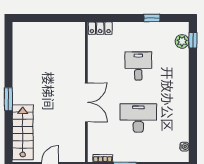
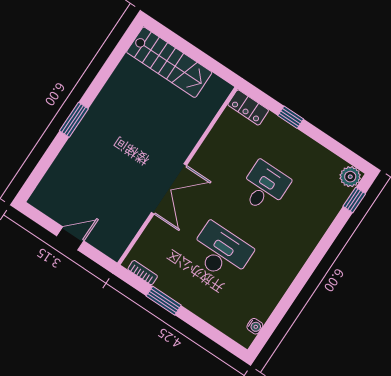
window: (152, 18) -> (291, 117), moved
plant: (182, 41) -> (350, 177), moved
stairs: (23, 132) -> (169, 62), moved, turned 90

